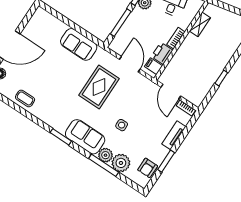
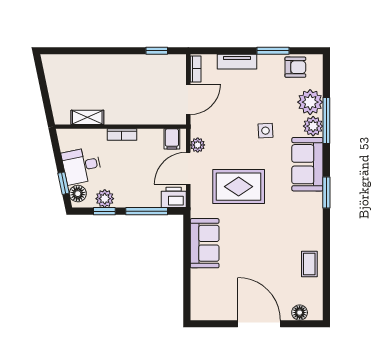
printer: (162, 53) -> (174, 197), moved, turned 180
window: (221, 78) -> (157, 51), moved
plant: (140, 79) -> (198, 145), added

